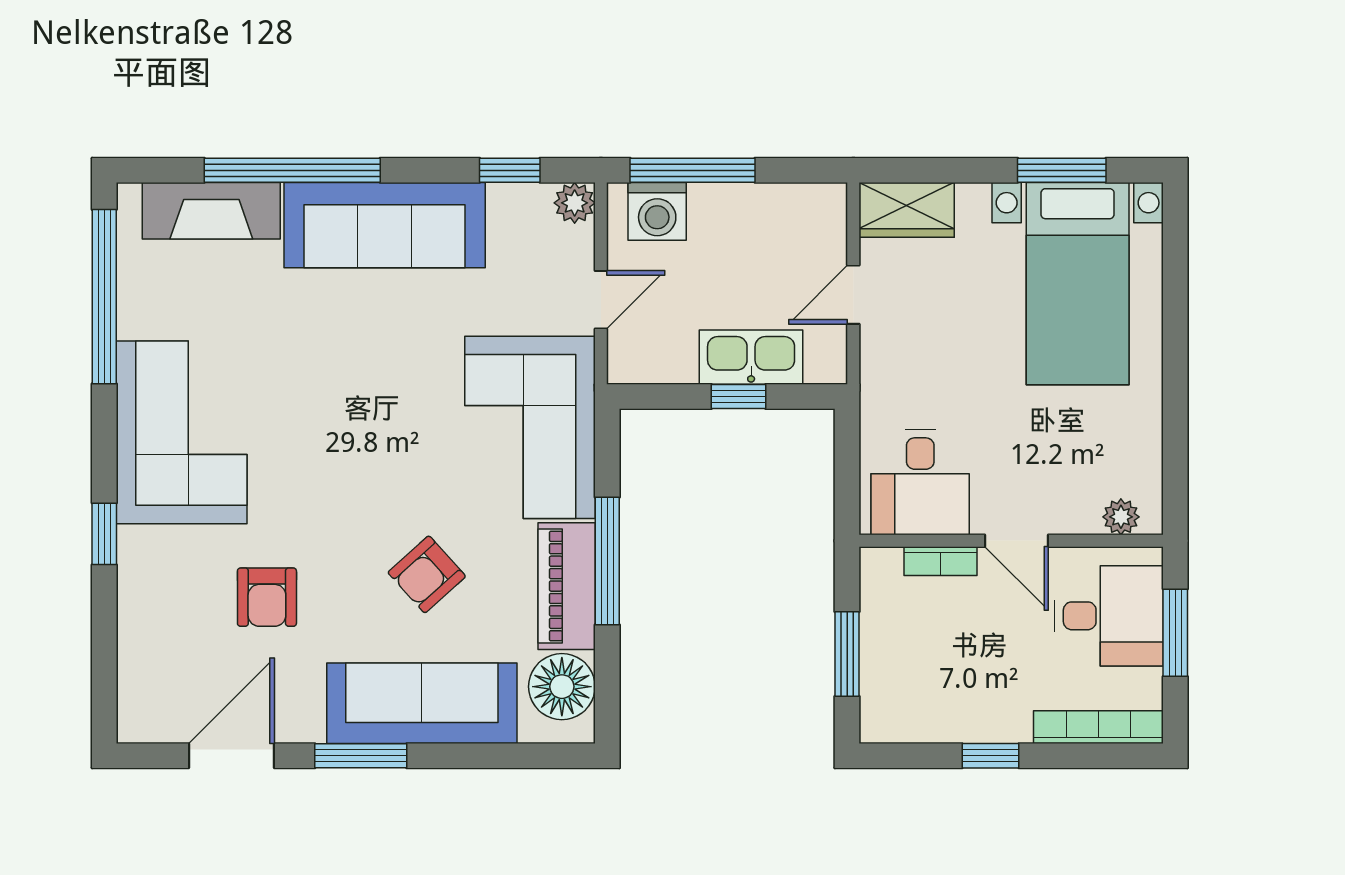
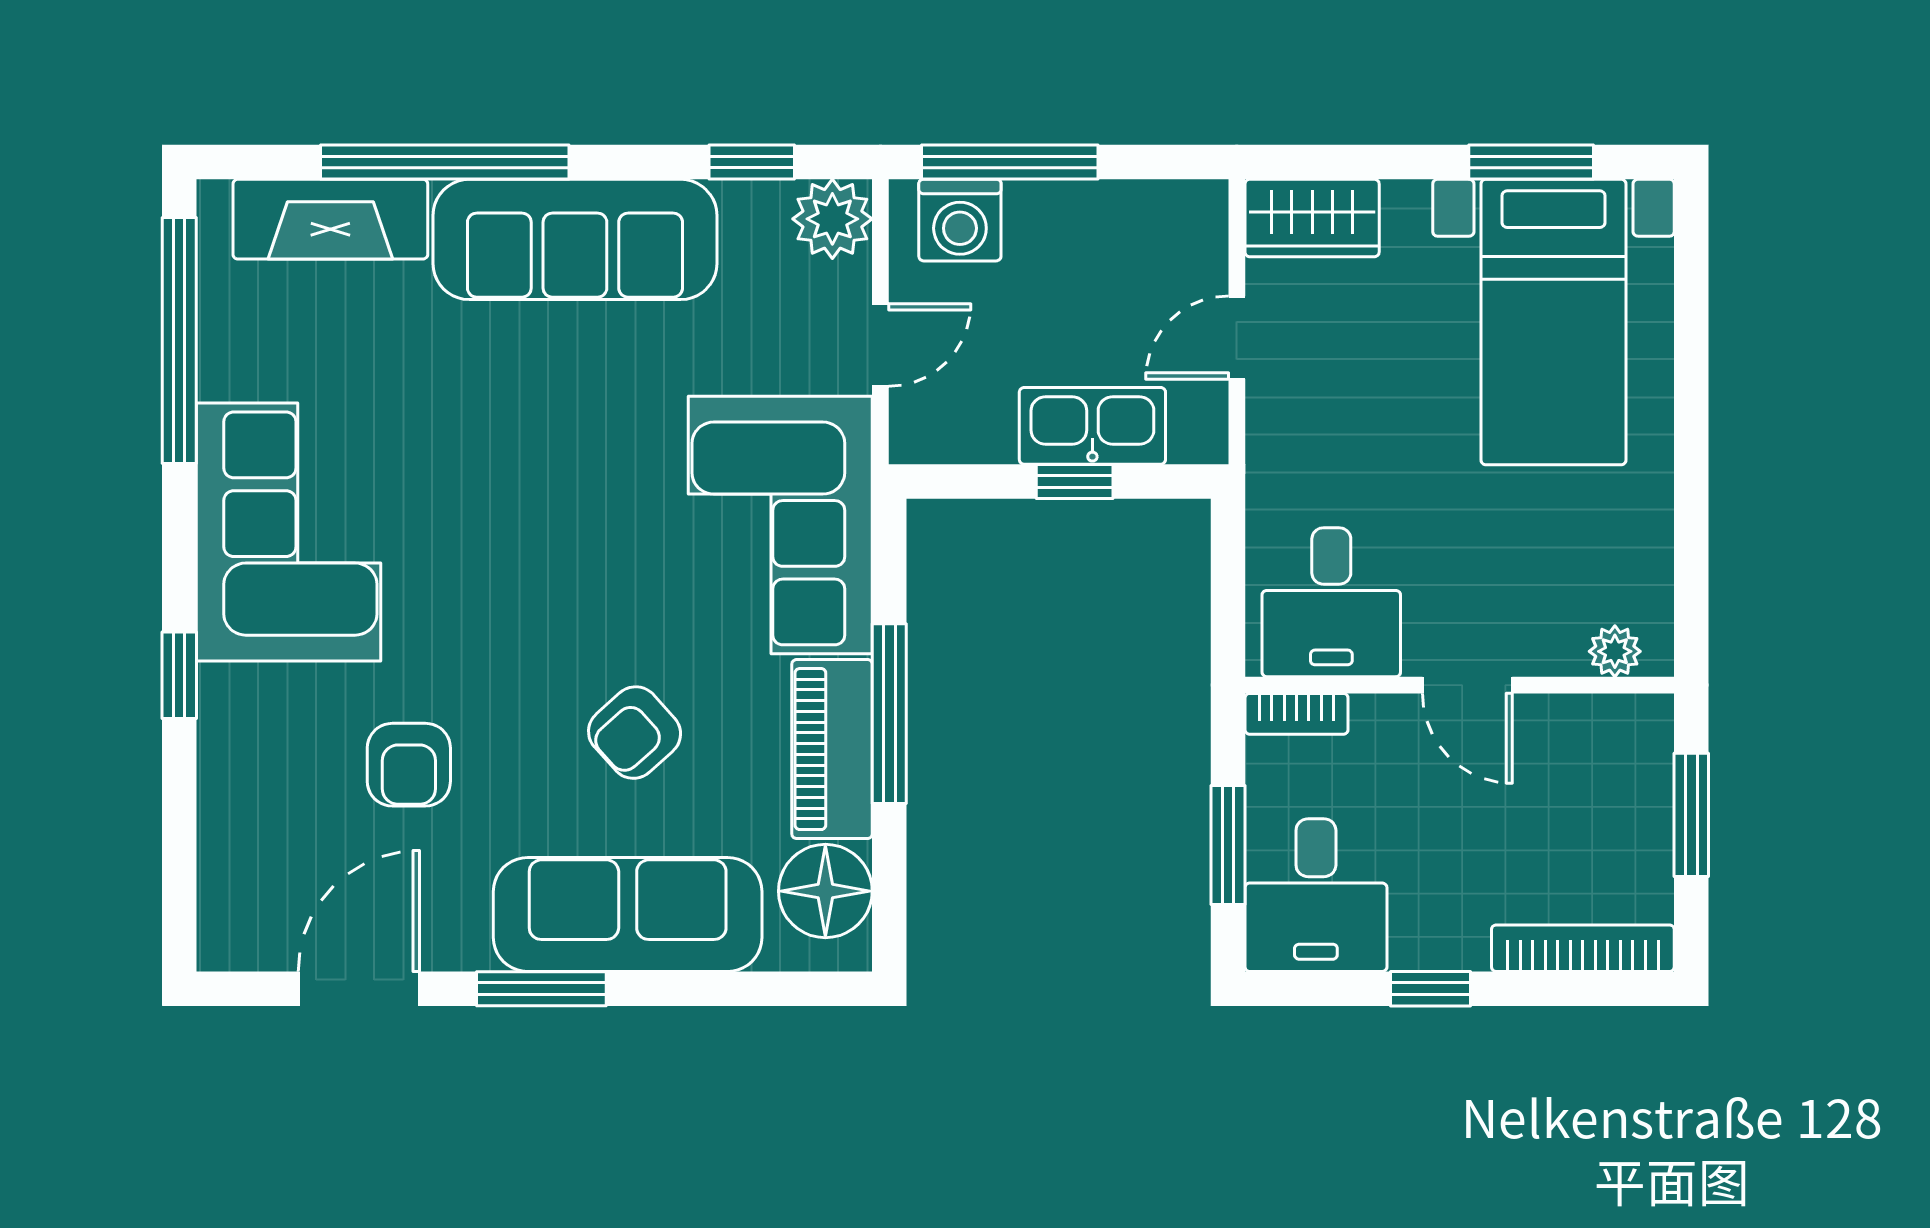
plant: (575, 203) -> (832, 219), width x1.38, depth x1.38
bookcase: (941, 561) -> (1297, 714), moved
desk: (1109, 616) -> (1316, 895), moved, turned 90

